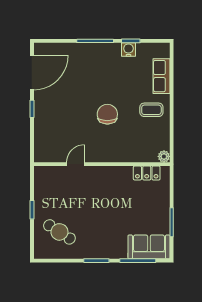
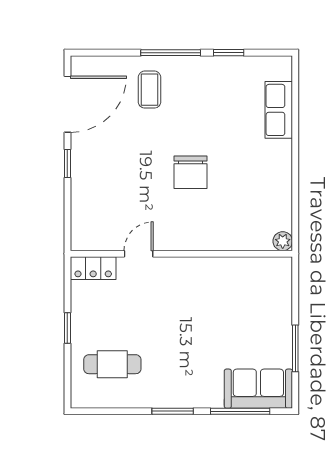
water cooler: (128, 50) -> (225, 67), removed
coffee table: (151, 110) -> (150, 90), moved, turned 90
chair: (107, 114) -> (191, 172), turned 180
locker: (147, 173) -> (93, 268), moved
cafe table: (59, 232) -> (112, 364), turned -33

